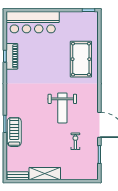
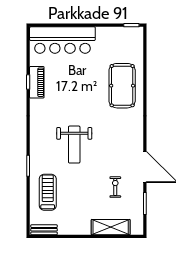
weight bench: (62, 108) -> (74, 145), moved
treadmill: (14, 132) -> (48, 192), moved
shelving: (45, 174) -> (111, 227), moved

